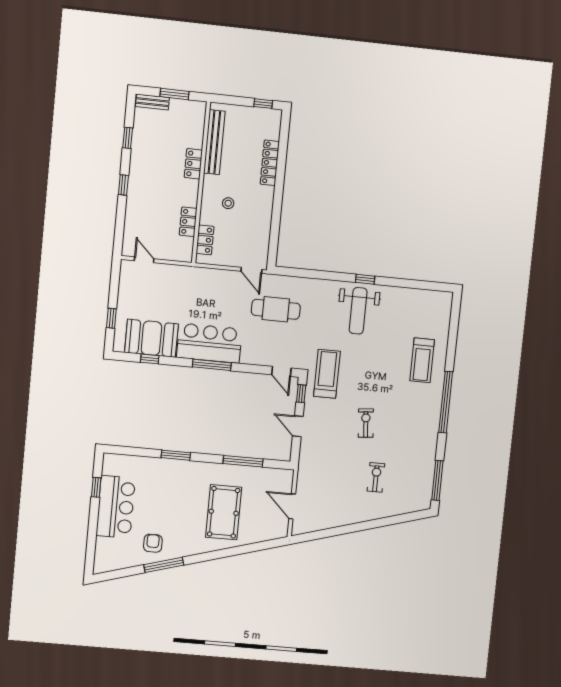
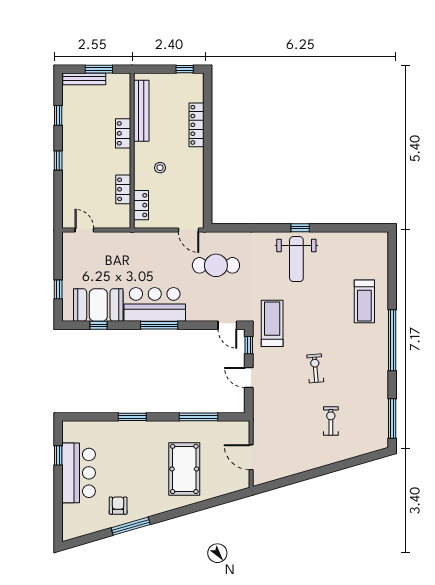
bench: (152, 102) -> (84, 79), width x1.36

